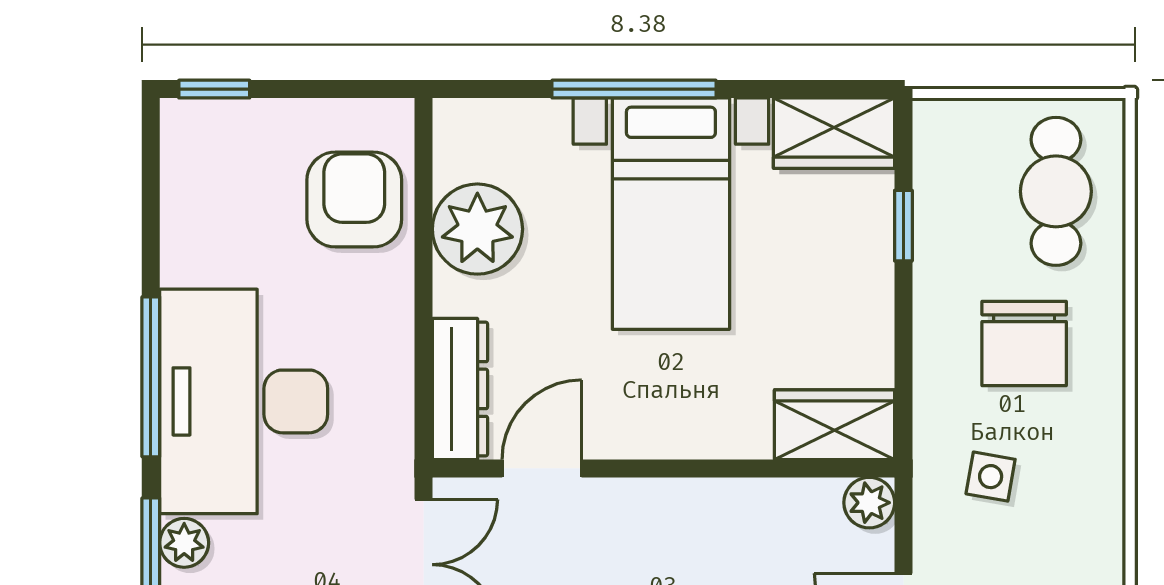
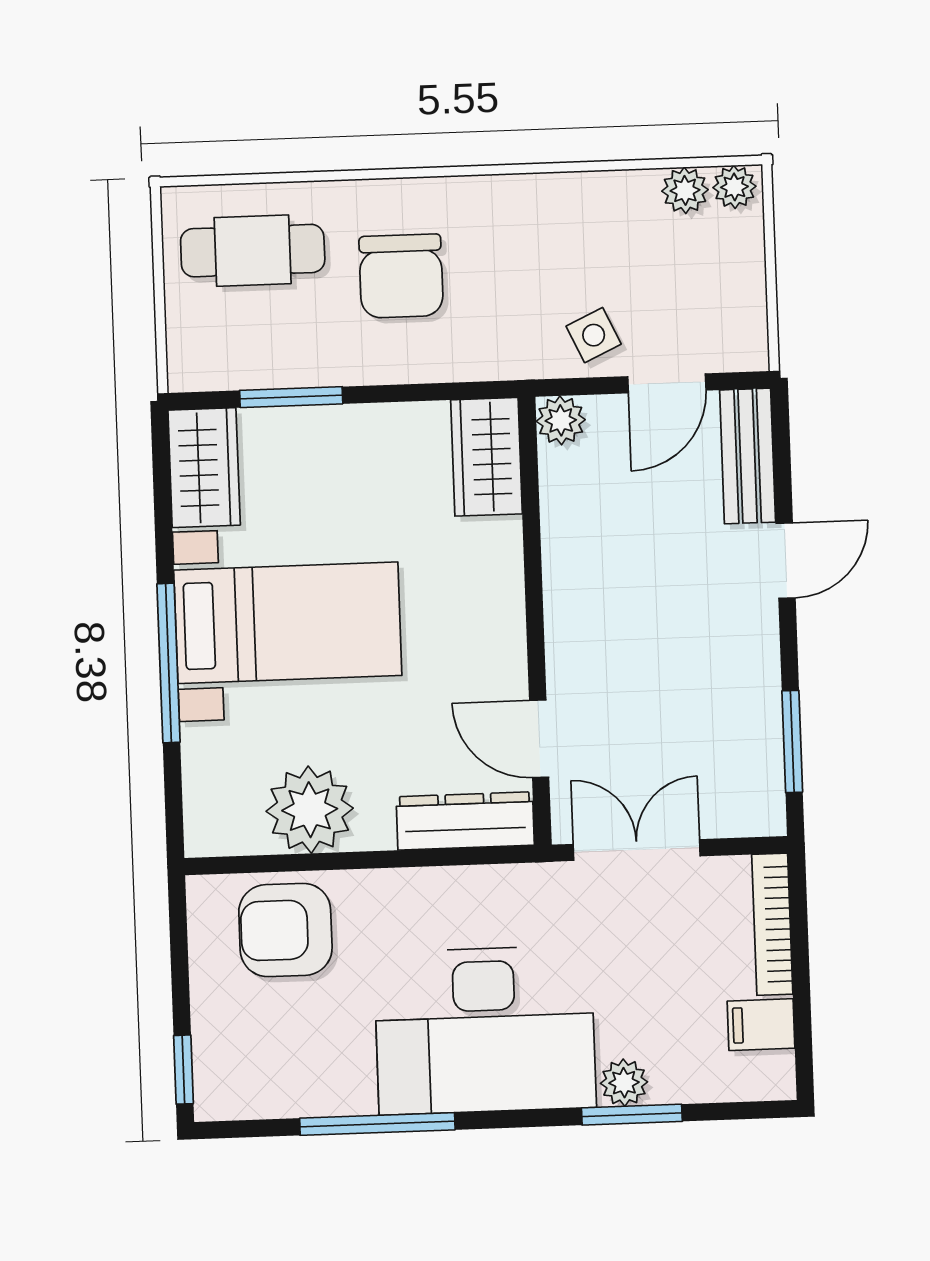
window: (903, 226) -> (291, 397), width x1.50
chair: (1024, 344) -> (401, 276), turned 90
window: (151, 377) -> (377, 1124), moved
side table: (991, 477) -> (594, 335), moved, turned -35

